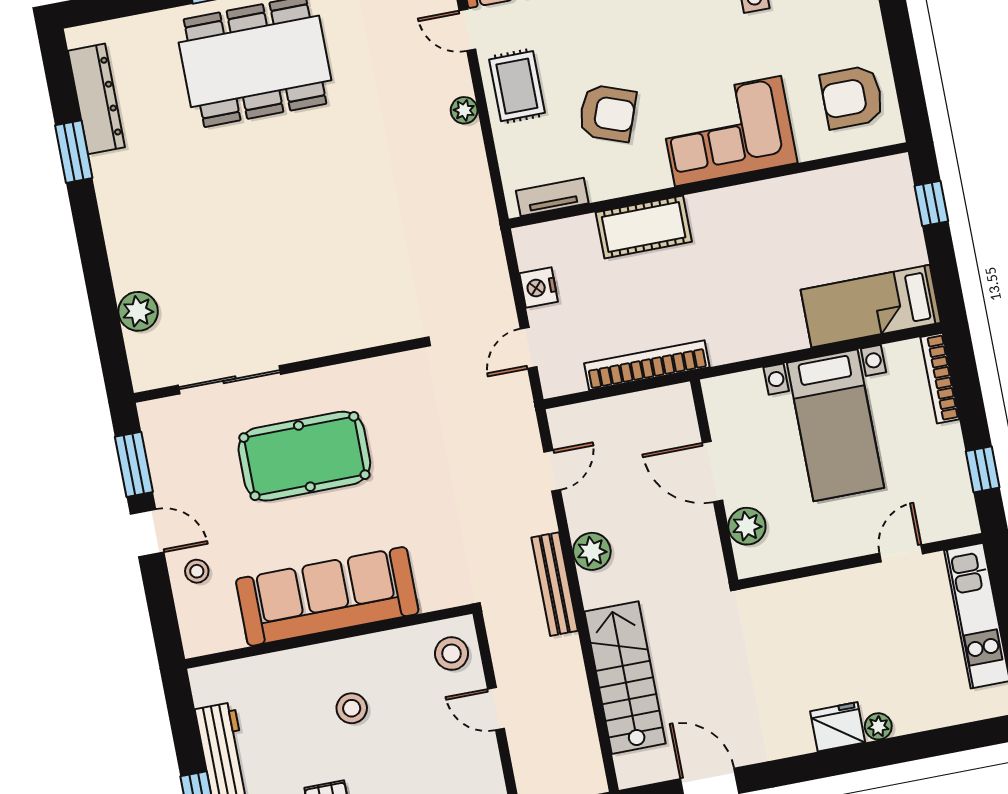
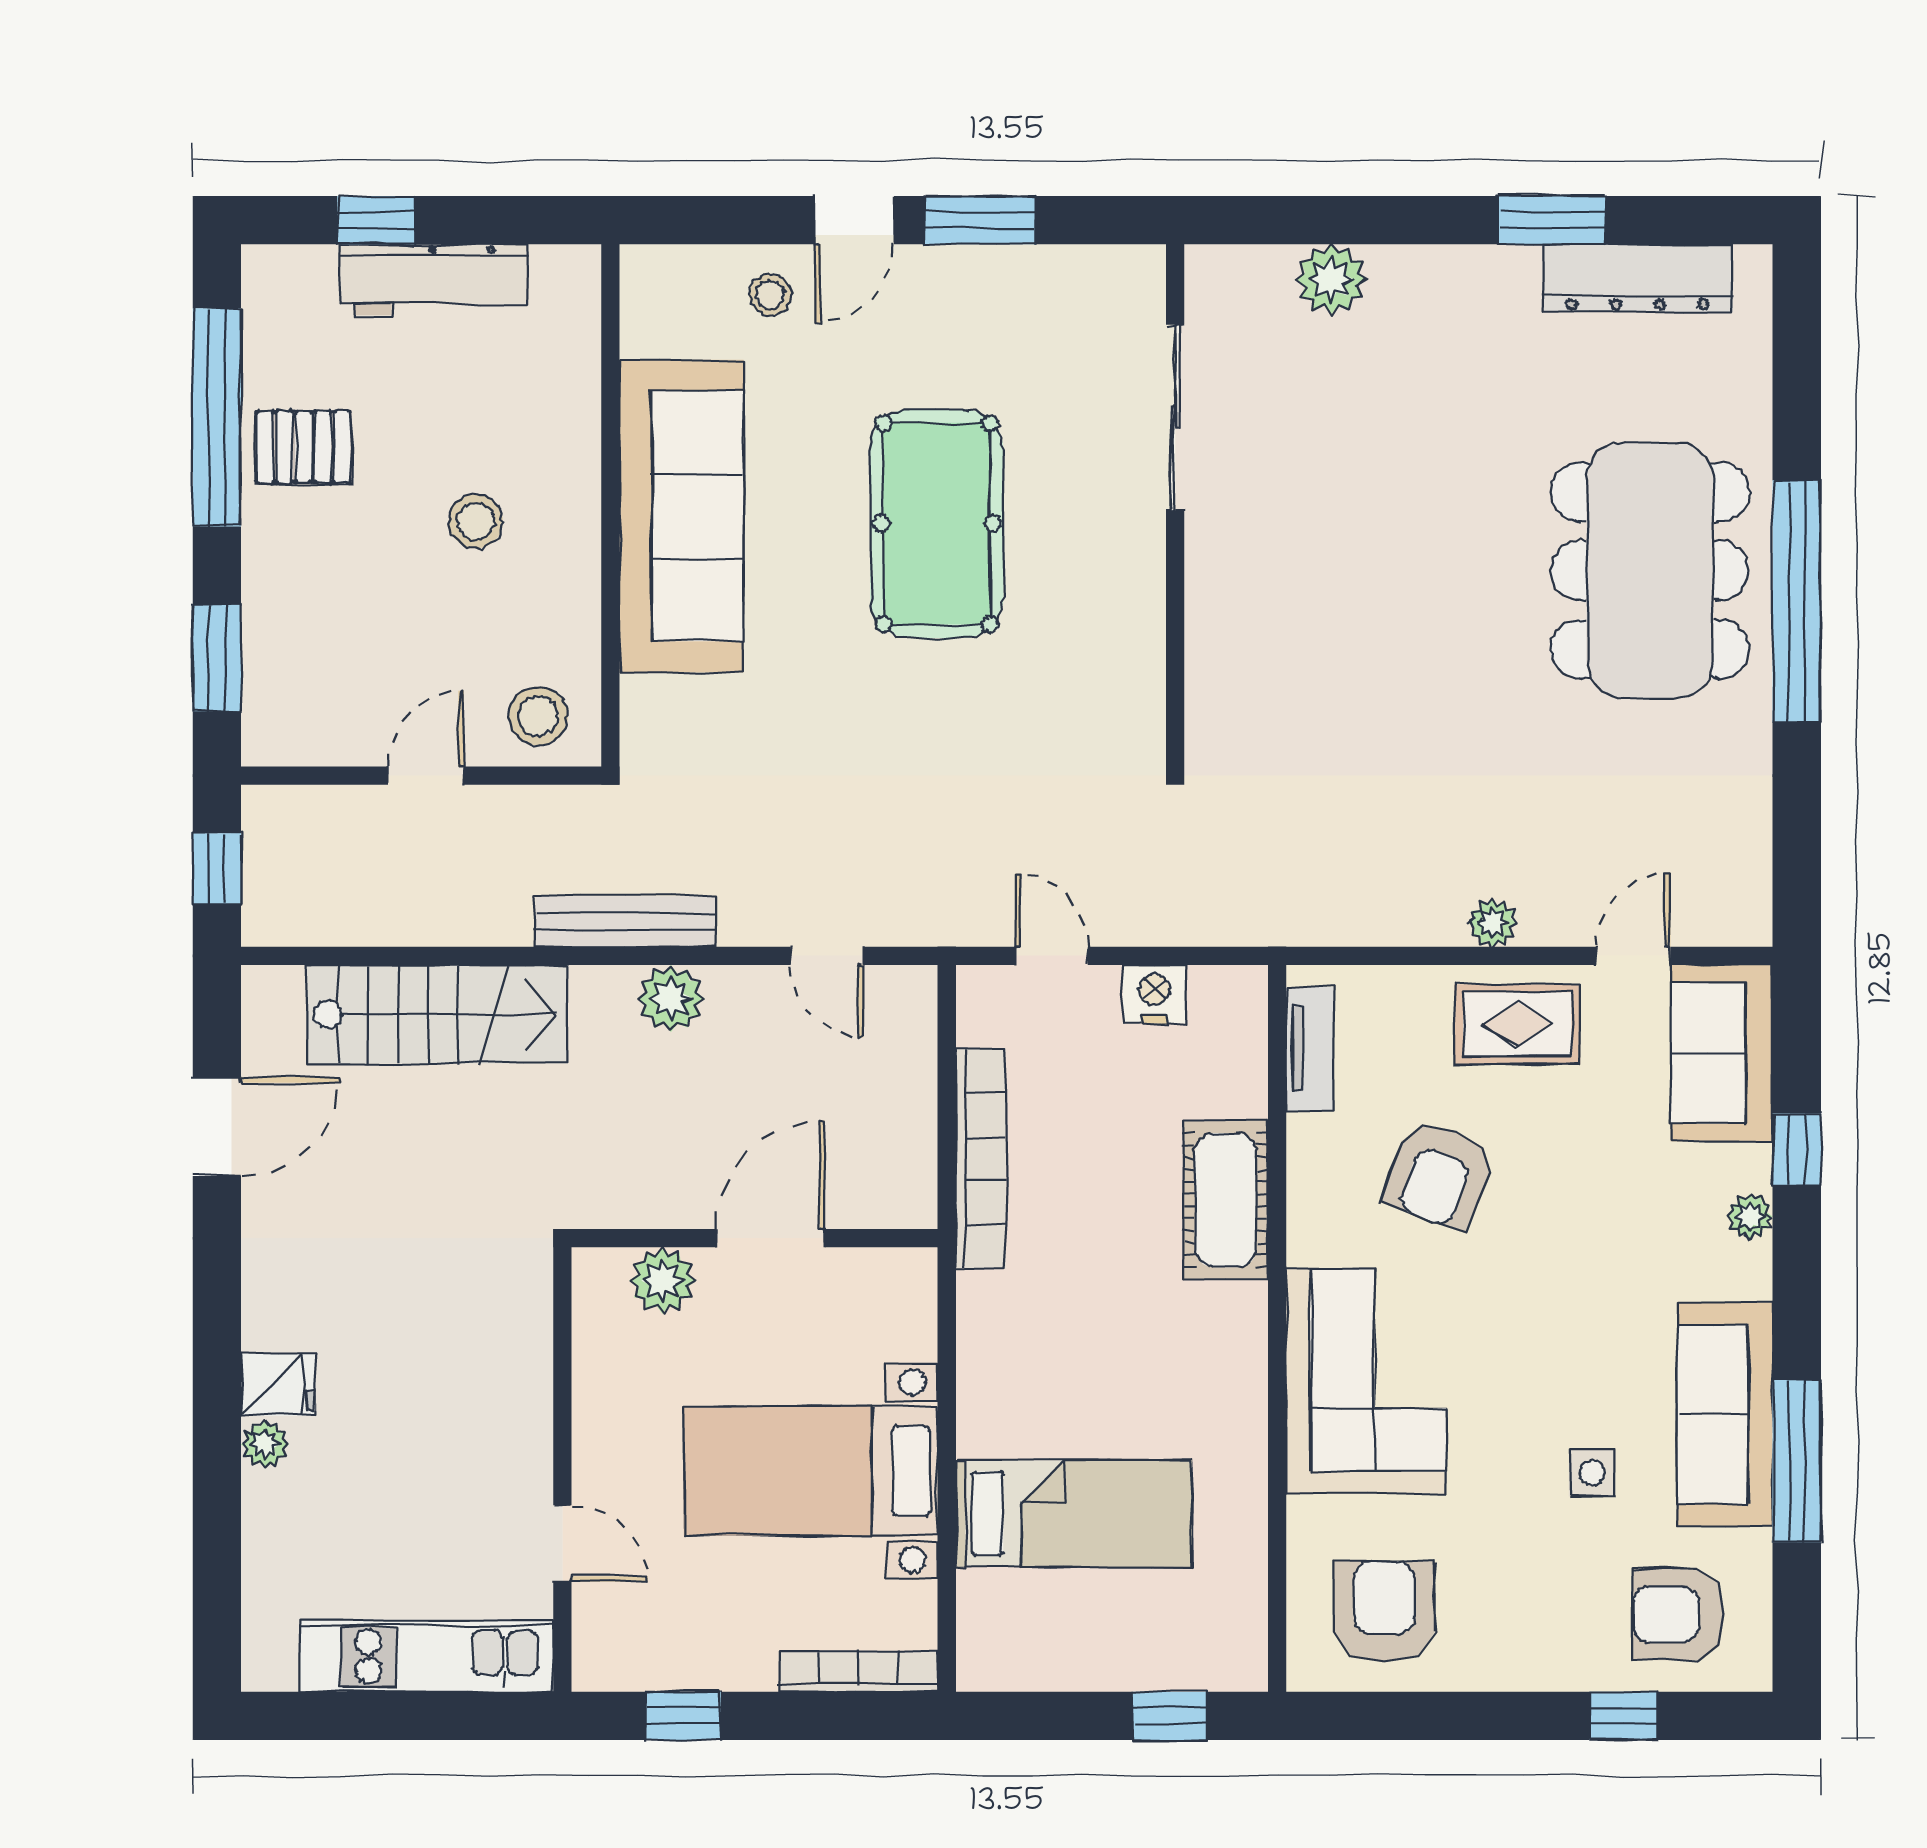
bed: (871, 306) -> (1074, 1513), moved, turned 90
plant: (138, 311) -> (1331, 279), moved
wall: (278, 370) -> (1175, 505), moved
sliding door: (230, 380) -> (1175, 417), moved
fridge: (838, 727) -> (278, 1384), width x0.72

